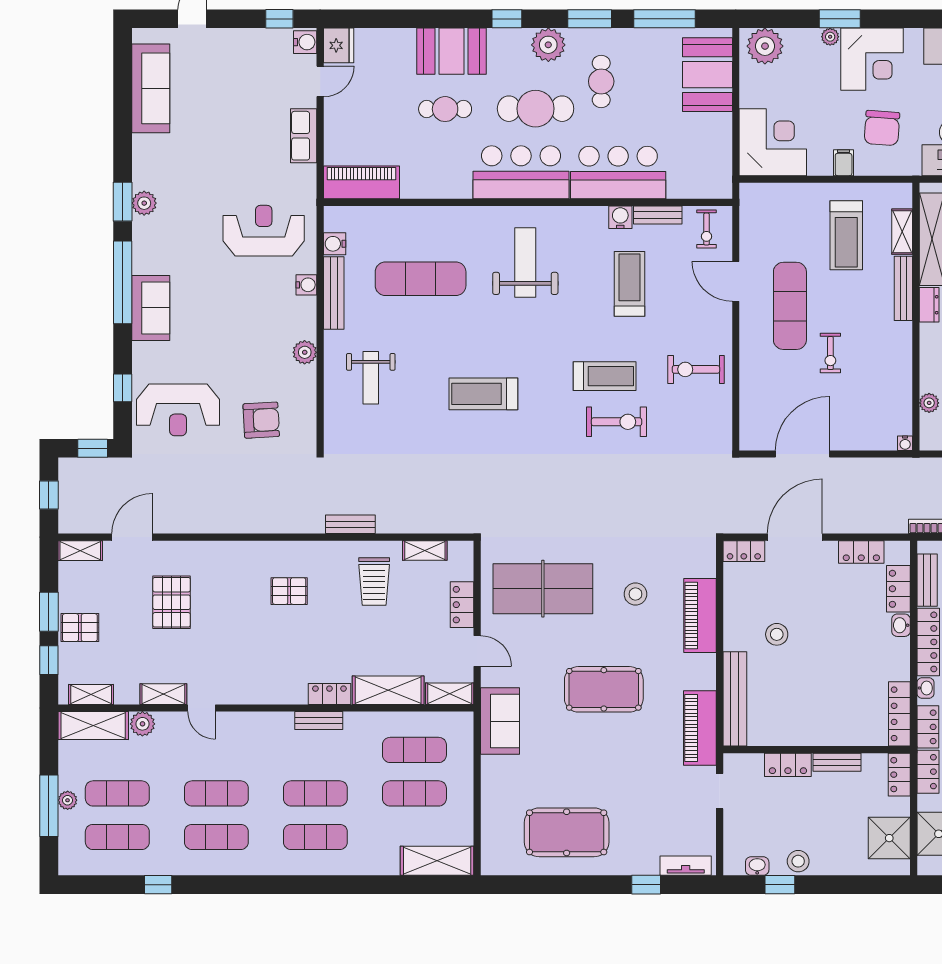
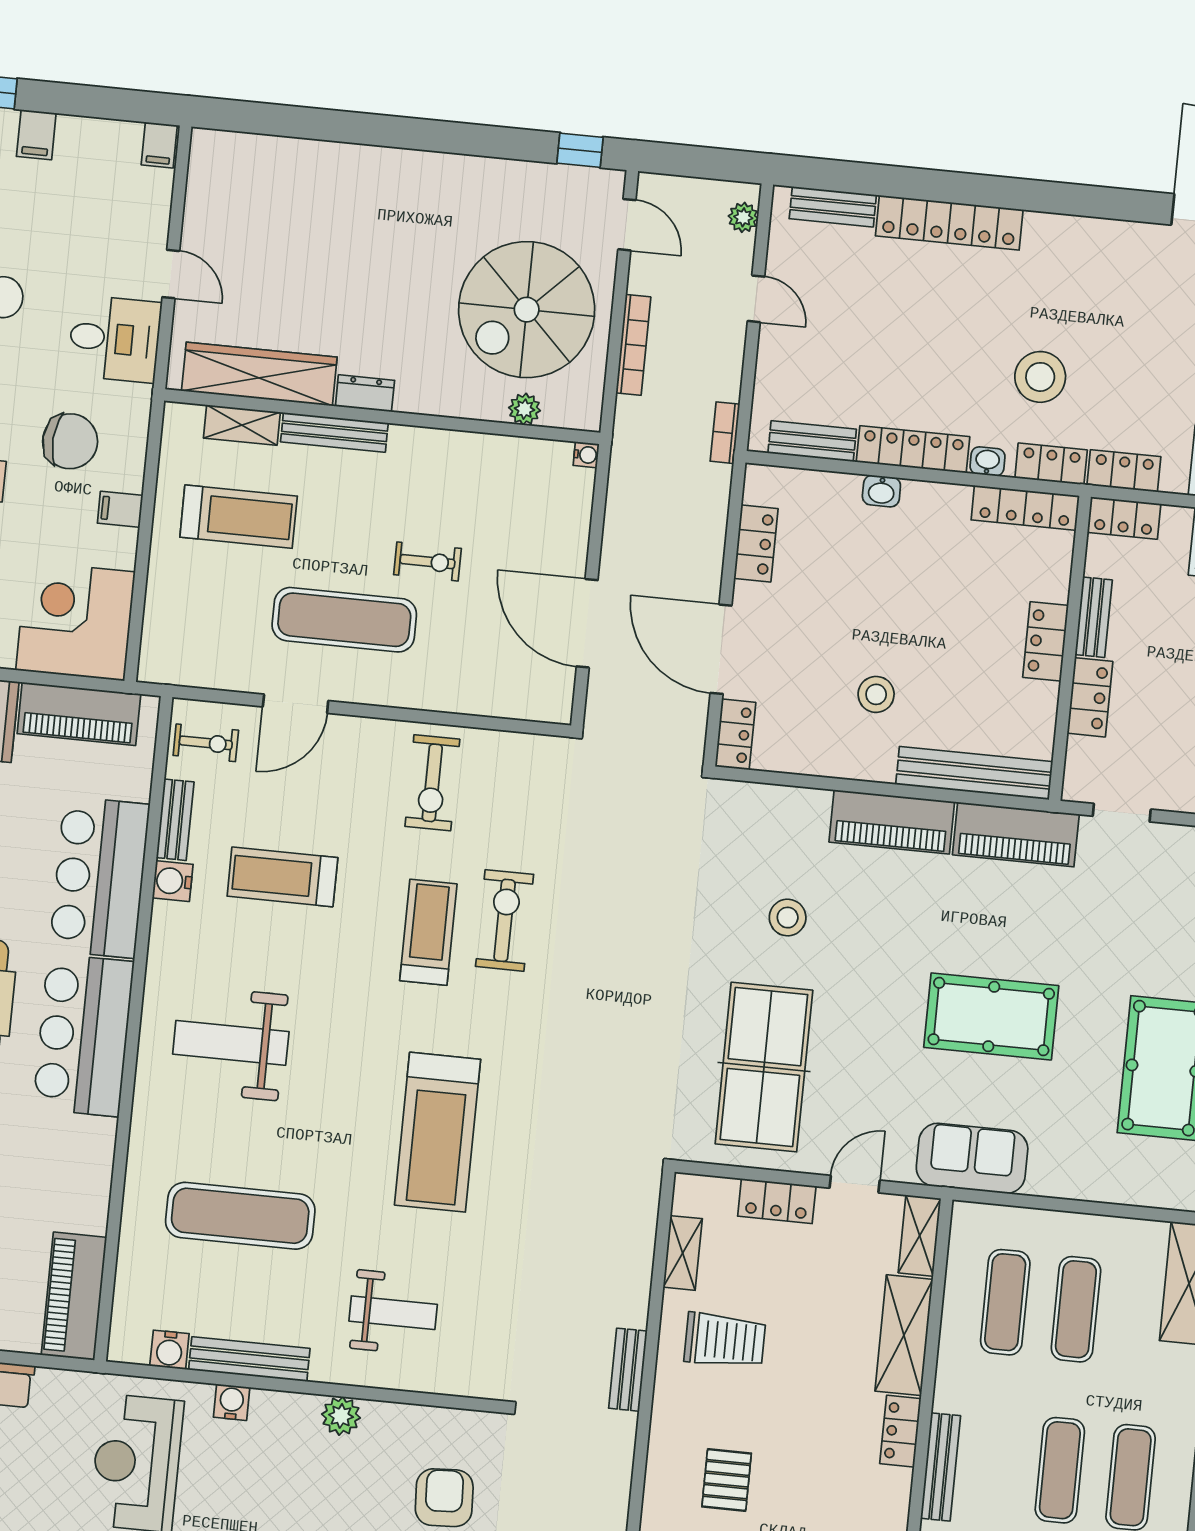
piano: (716, 150) -> (79, 714), added
exercise mat: (421, 279) -> (240, 1216), turned 90
treadmill: (483, 394) -> (438, 1132), width x1.37, depth x1.38
locker: (898, 589) -> (1046, 641), moved, turned 90
piano: (700, 615) -> (892, 822), moved
pool table: (604, 689) -> (991, 1017), moved, turned 90
bench: (319, 721) -> (941, 1467), width x1.36

